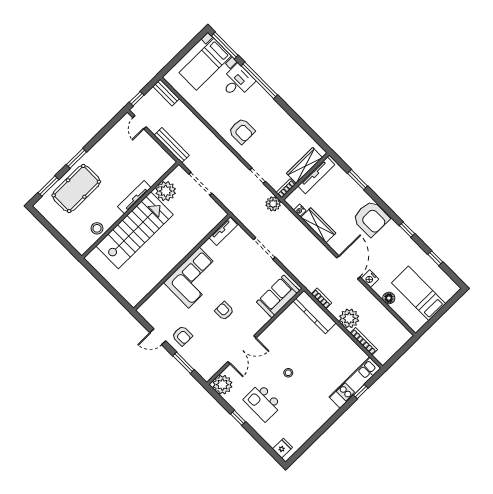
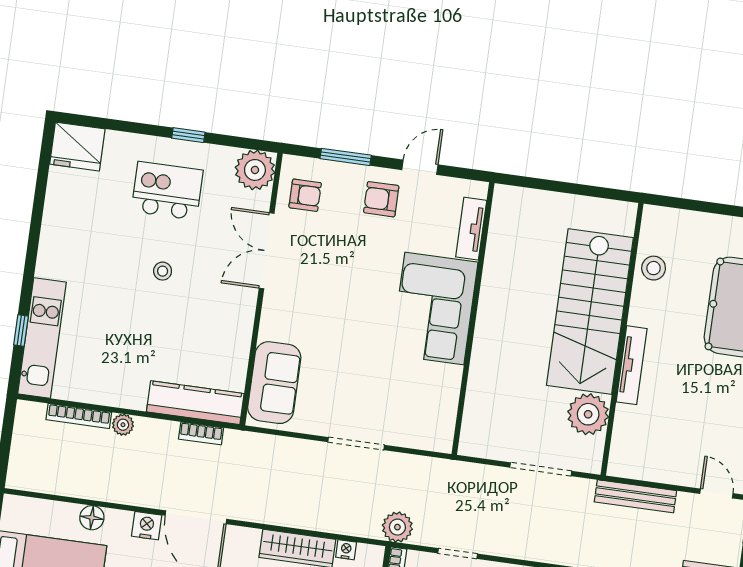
tv unit: (223, 231) -> (471, 229), moved
armchair: (224, 311) -> (305, 195), moved
plant: (349, 318) -> (123, 425), width x0.53, depth x0.53
fridge: (283, 448) -> (77, 147), width x1.88, depth x1.34

